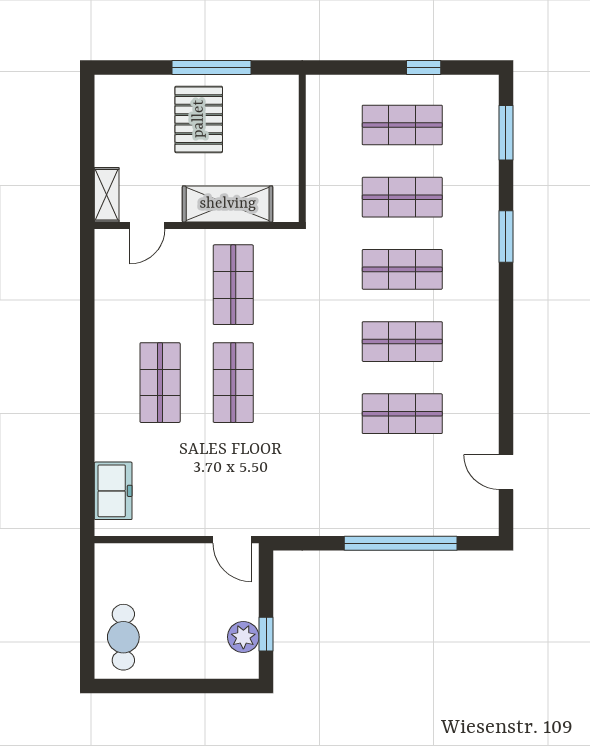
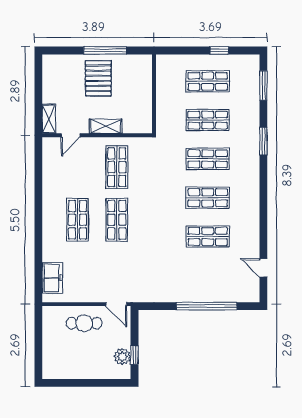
shelving: (228, 204) -> (106, 126), width x0.67, depth x0.75
cafe table: (123, 637) -> (84, 323), moved, turned 90

